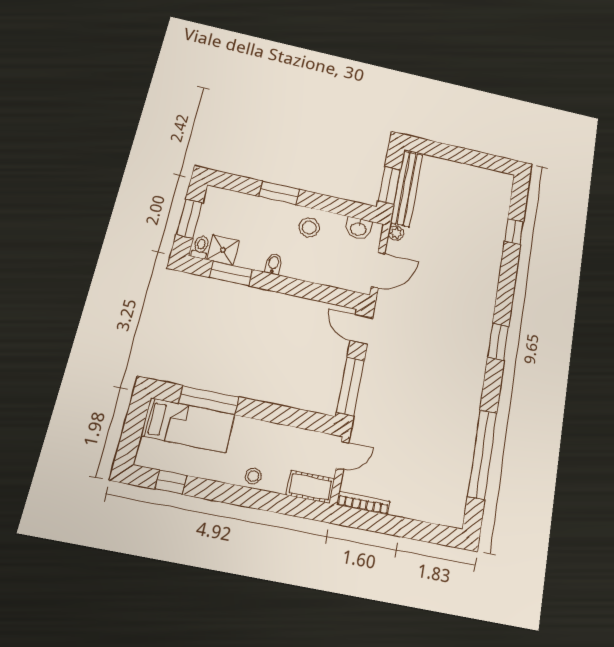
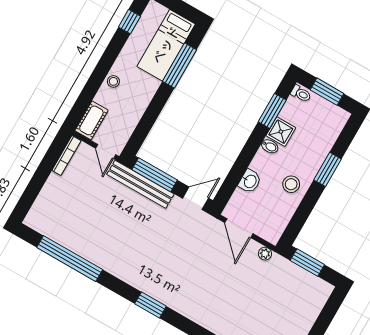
bench: (407, 189) -> (140, 184), moved
washbasin: (358, 229) -> (250, 181), moved, turned 180
shower: (223, 250) -> (281, 132), moved

